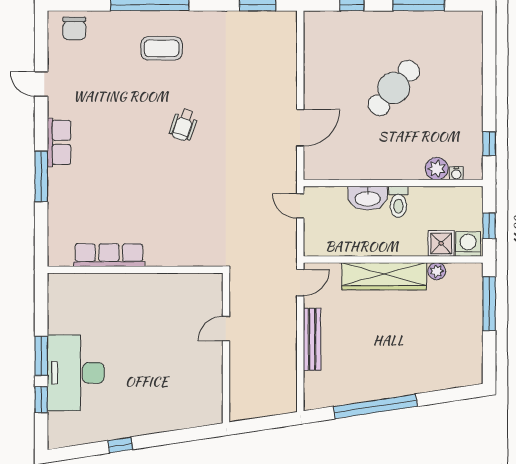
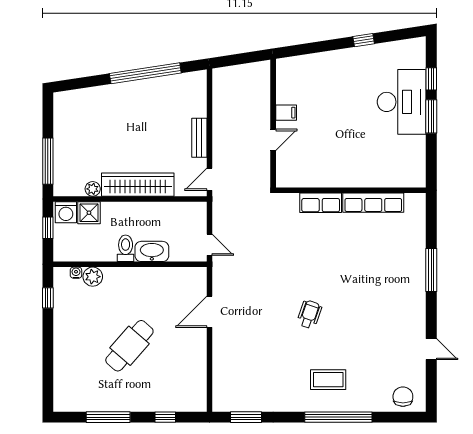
row of seats: (59, 142) -> (321, 203), moved, turned -90
bench: (312, 339) -> (199, 138), width x0.73
filing cabinet: (211, 360) -> (286, 113), added

